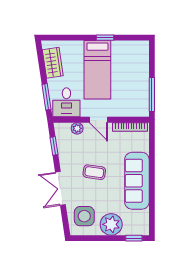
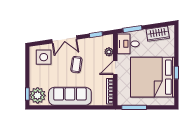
bed: (97, 70) -> (152, 77), width x2.04
double door: (60, 188) -> (64, 39), swing flipped
plant: (111, 224) -> (38, 95), moved

